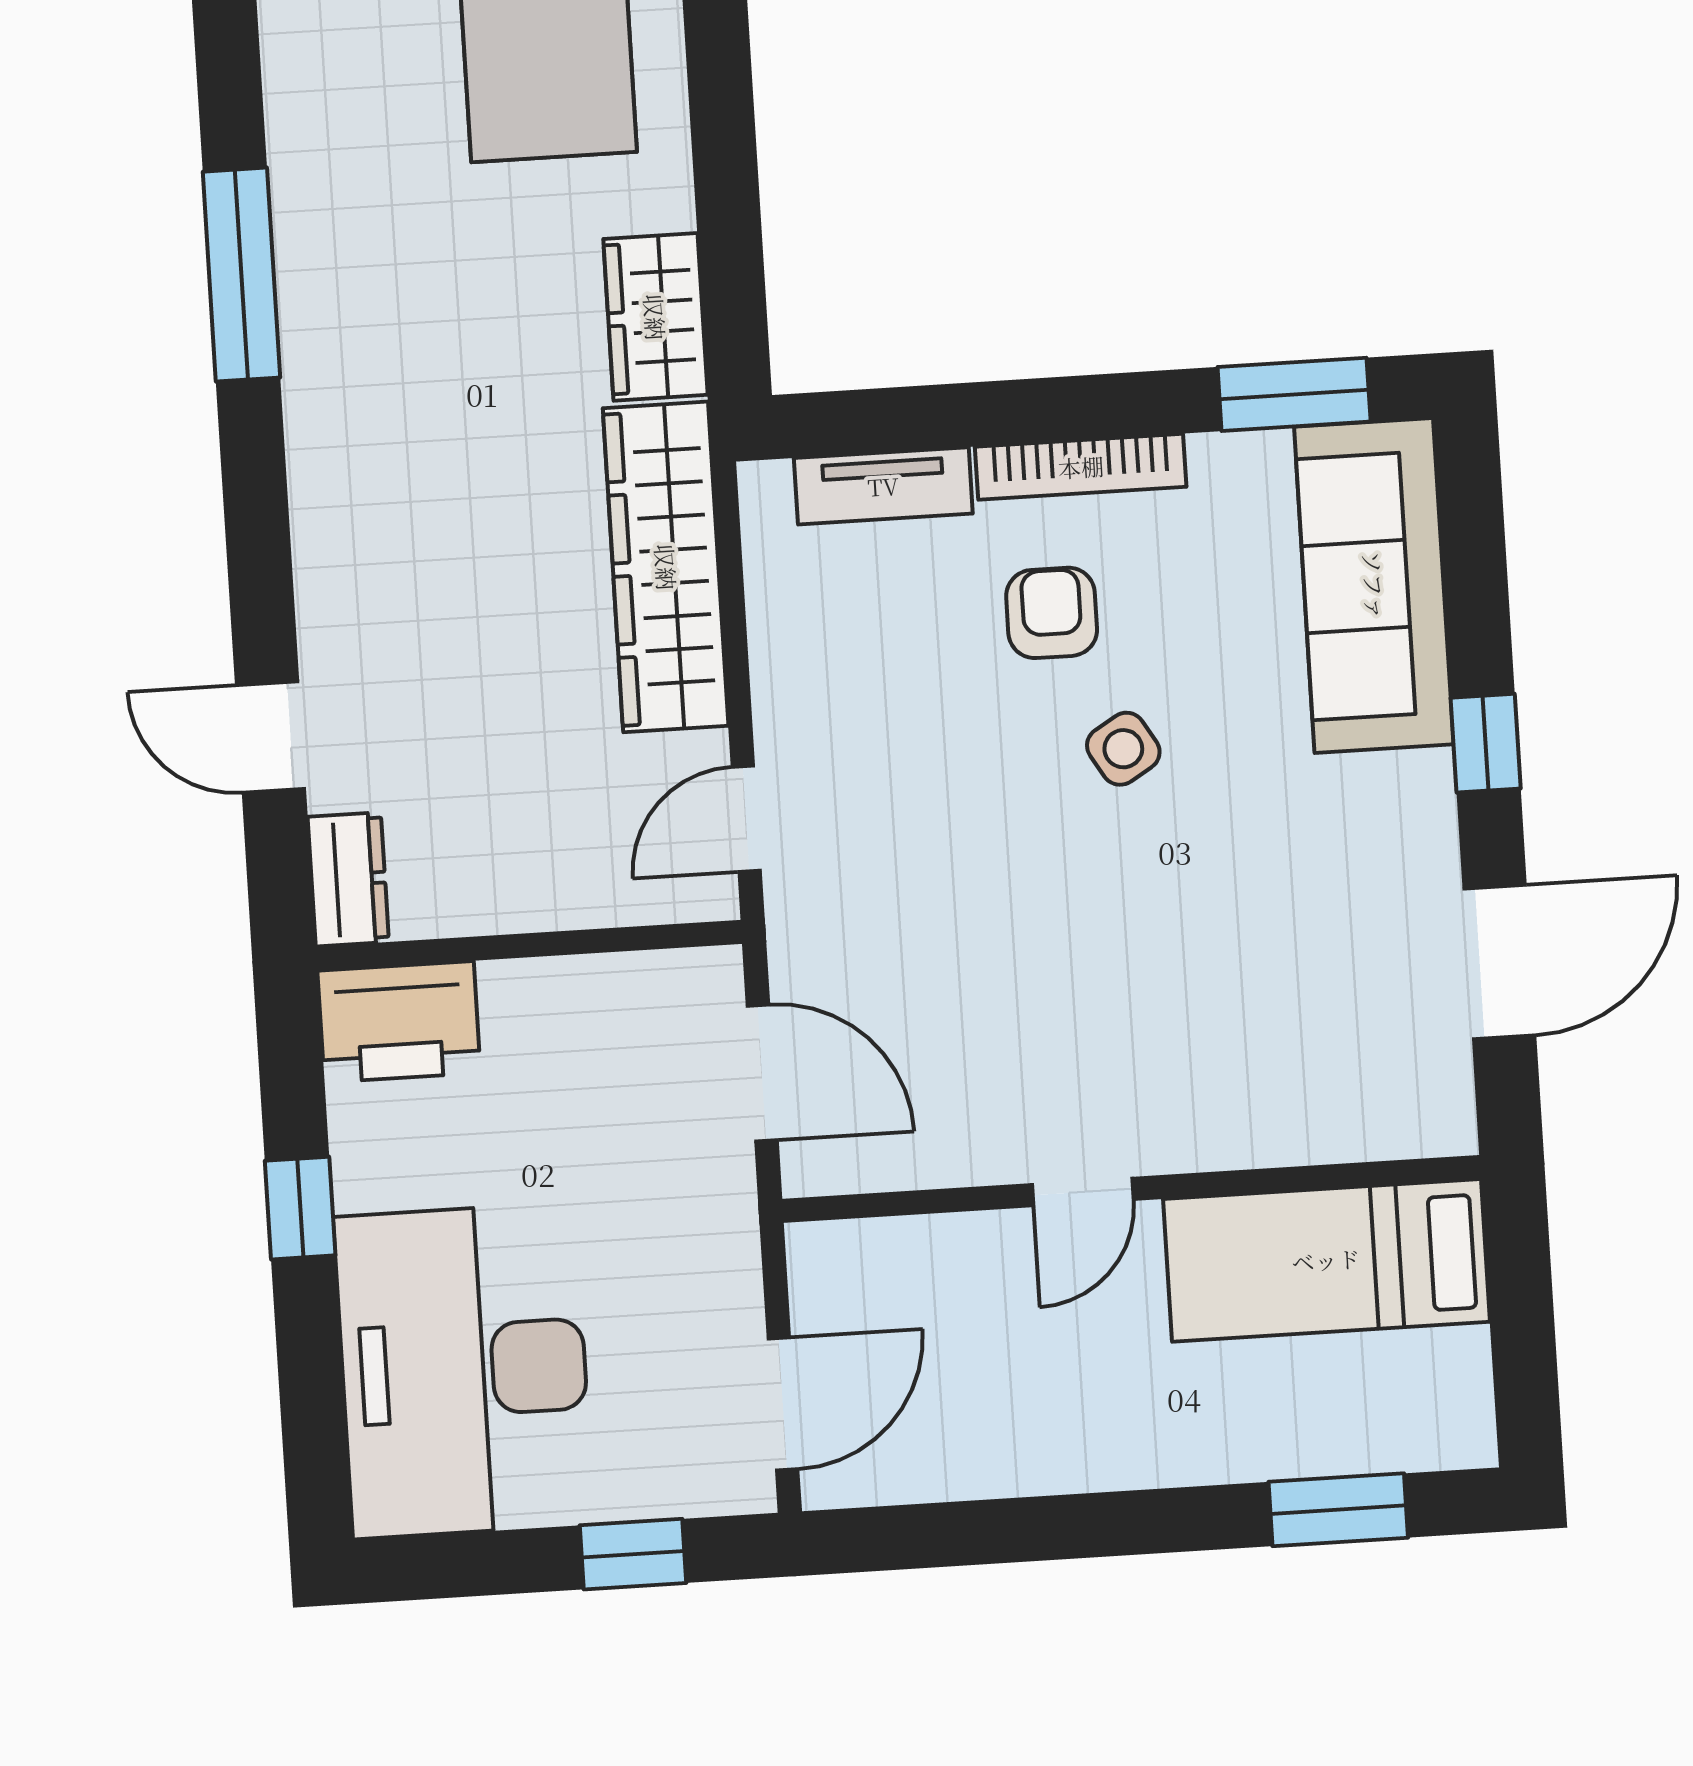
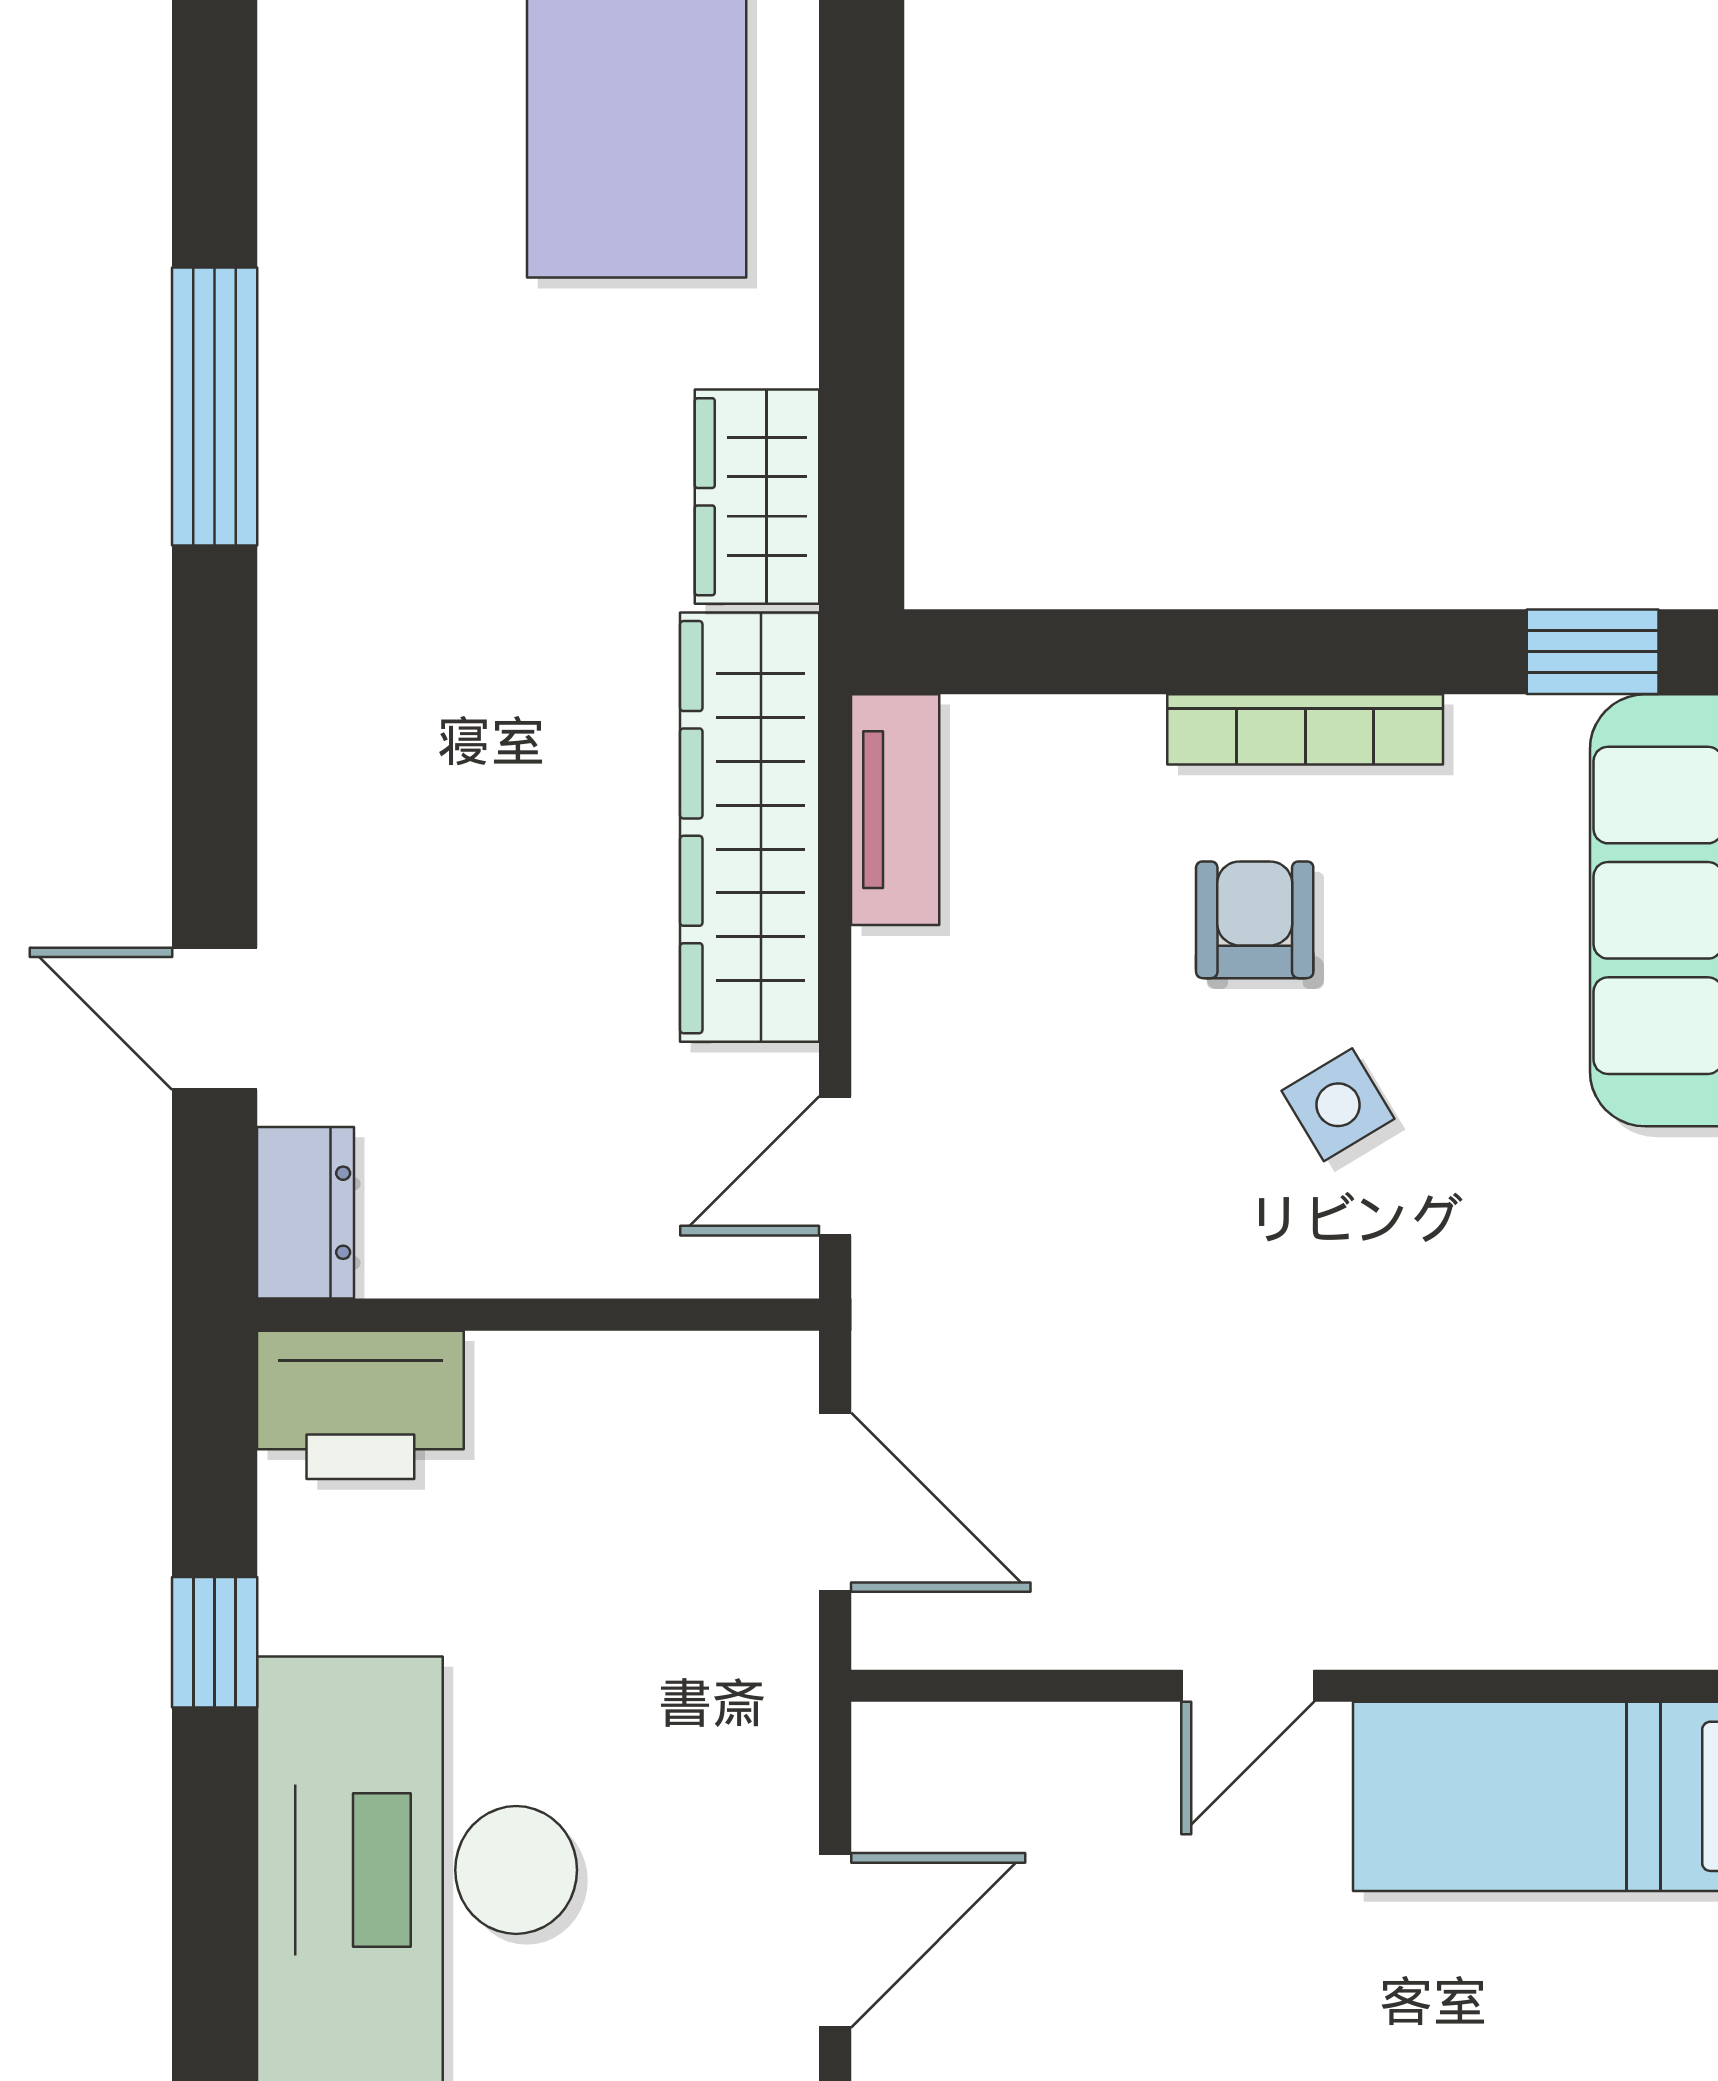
window: (1294, 394) -> (1593, 652), width x0.67
tv unit: (883, 486) -> (895, 810), moved, turned -90

